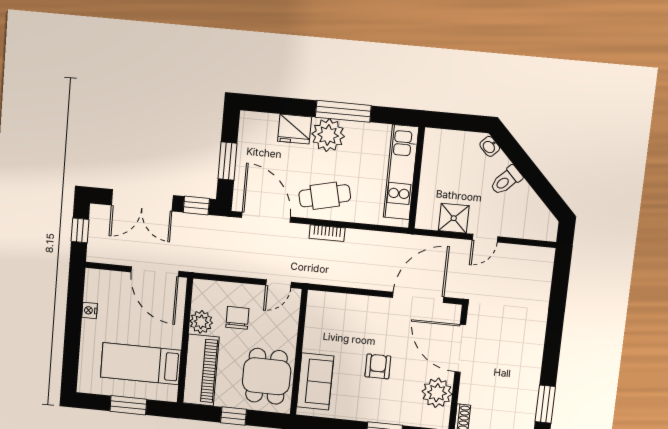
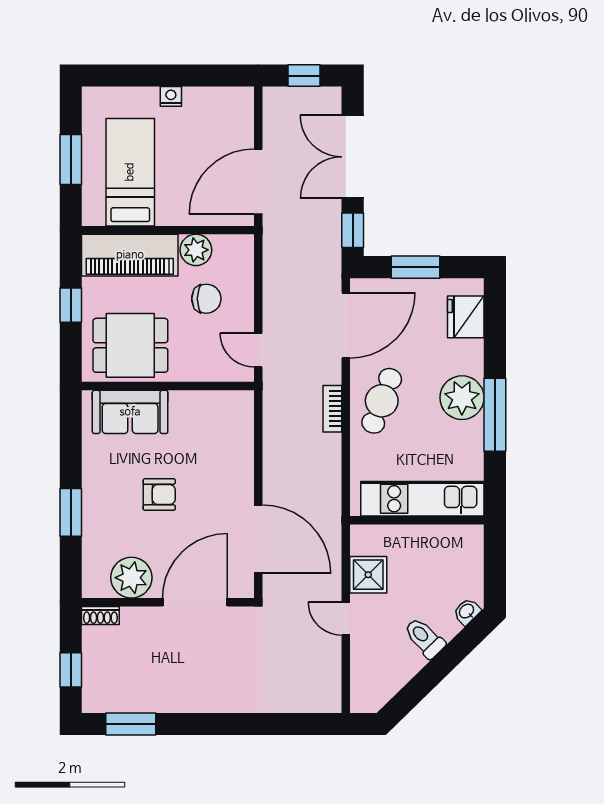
fridge: (295, 129) -> (466, 317), moved
cafe table: (325, 196) -> (382, 401), turned 34
nightstand: (90, 310) -> (171, 96), moved

